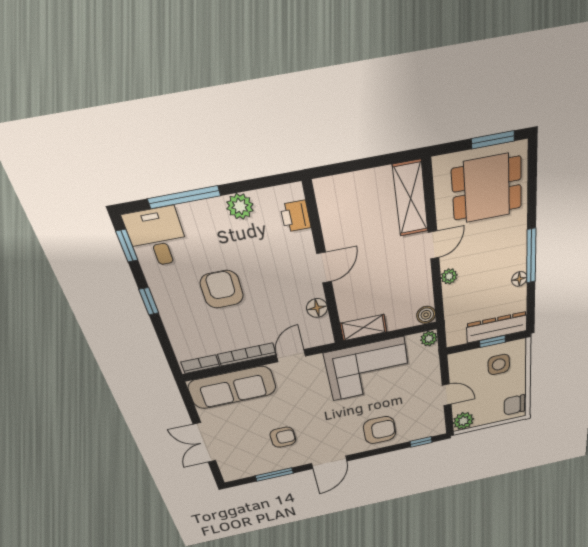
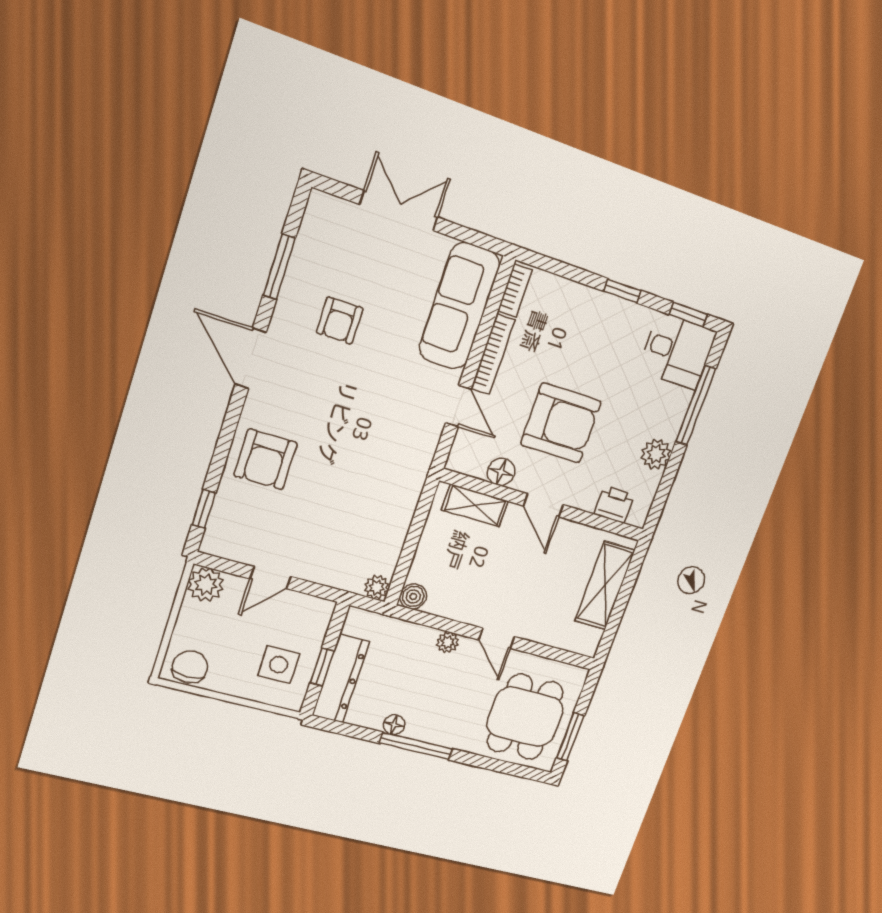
shelving: (411, 198) -> (605, 586), moved, turned 90
armchair: (222, 289) -> (561, 423), moved, width x1.36, depth x1.36
shelving: (364, 328) -> (475, 506), moved, turned 90
corner sofa: (368, 369) -> (379, 491), removed

